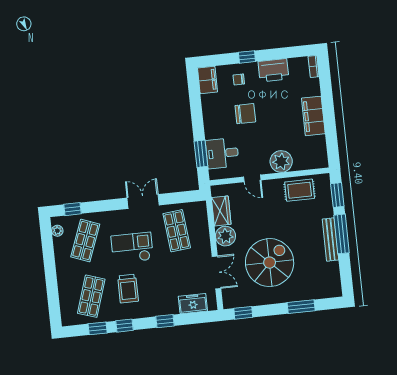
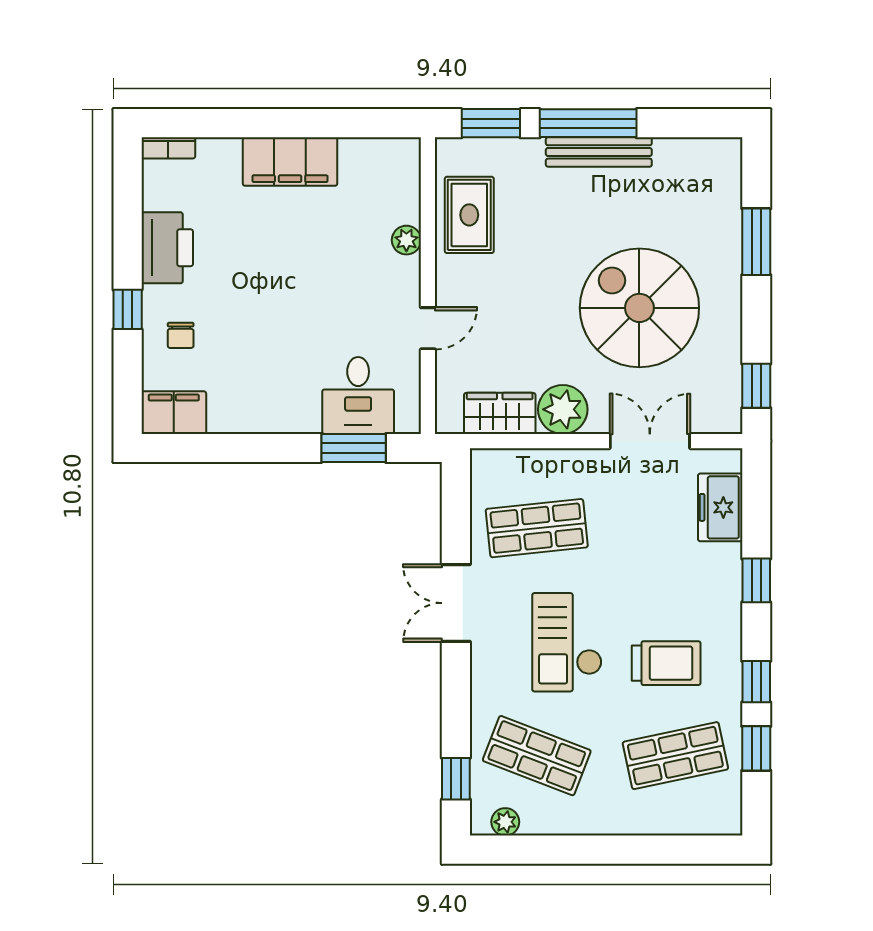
chair: (245, 114) -> (267, 328), removed
plant: (281, 161) -> (406, 240), width x0.53, depth x0.53
shop shelf: (91, 296) -> (675, 756), turned -30

